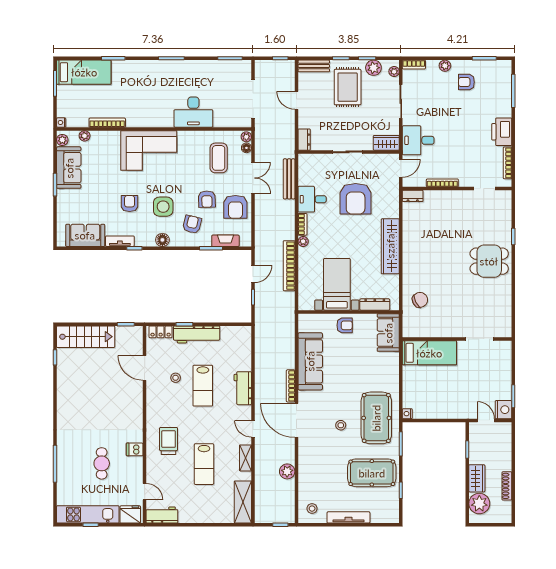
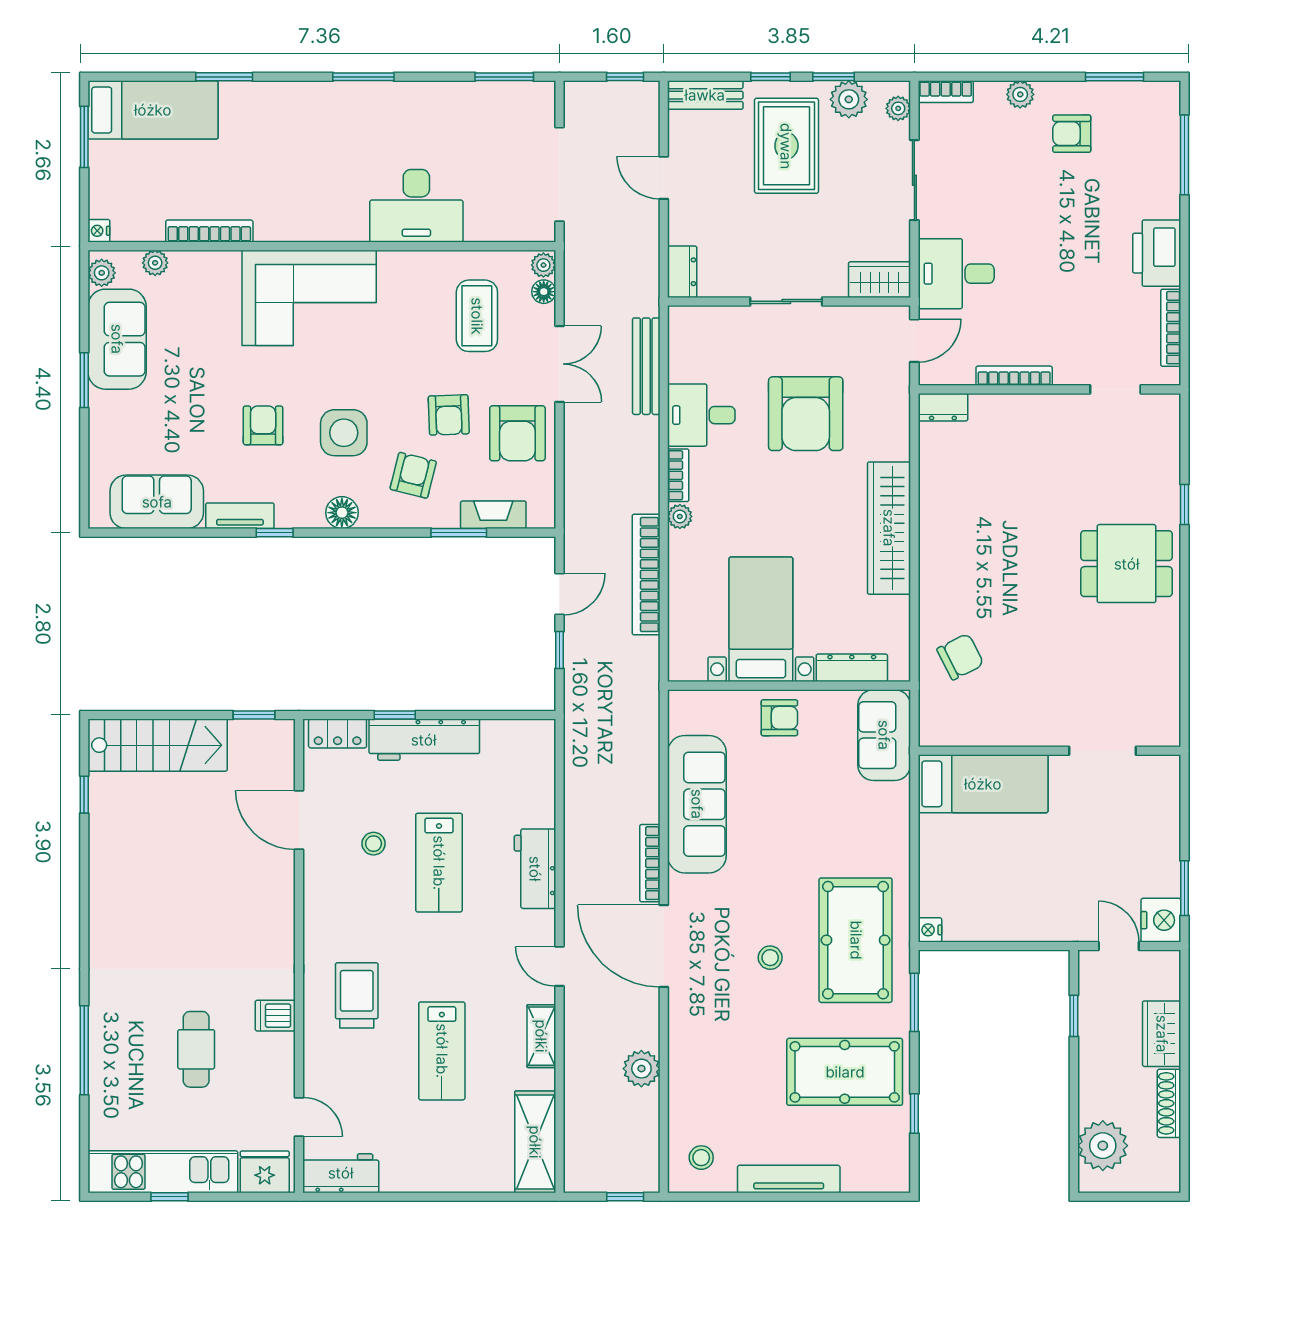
wardrobe: (477, 478) -> (1162, 1034), moved, turned 180

